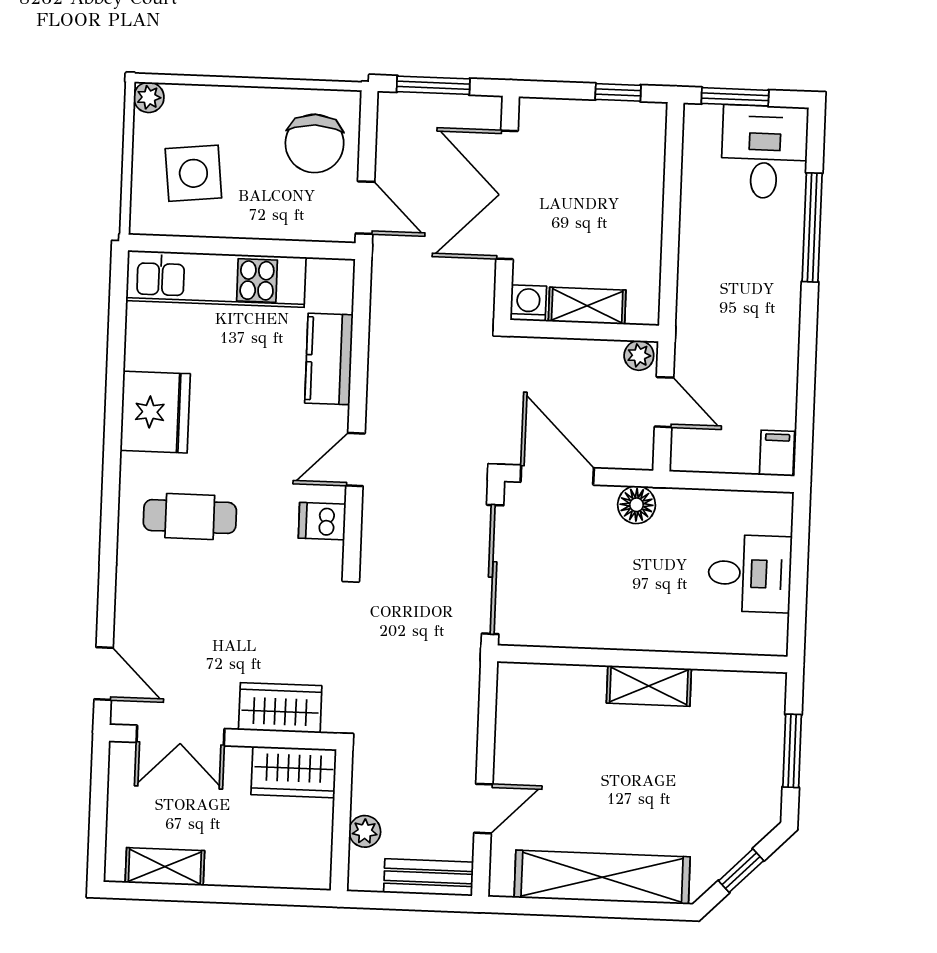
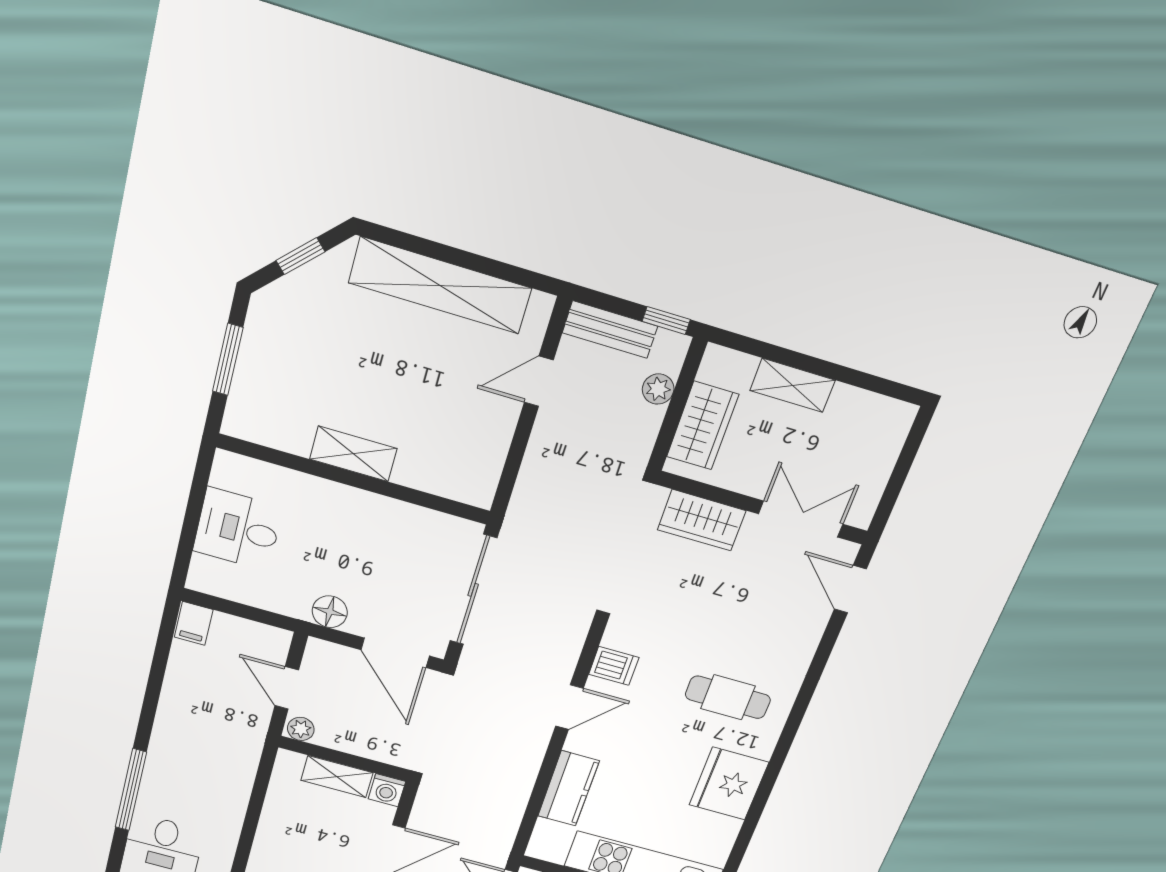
wardrobe: (294, 772) -> (703, 426), moved, turned 90
shelving: (165, 867) -> (793, 385), moved
window: (377, 900) -> (666, 320), added

